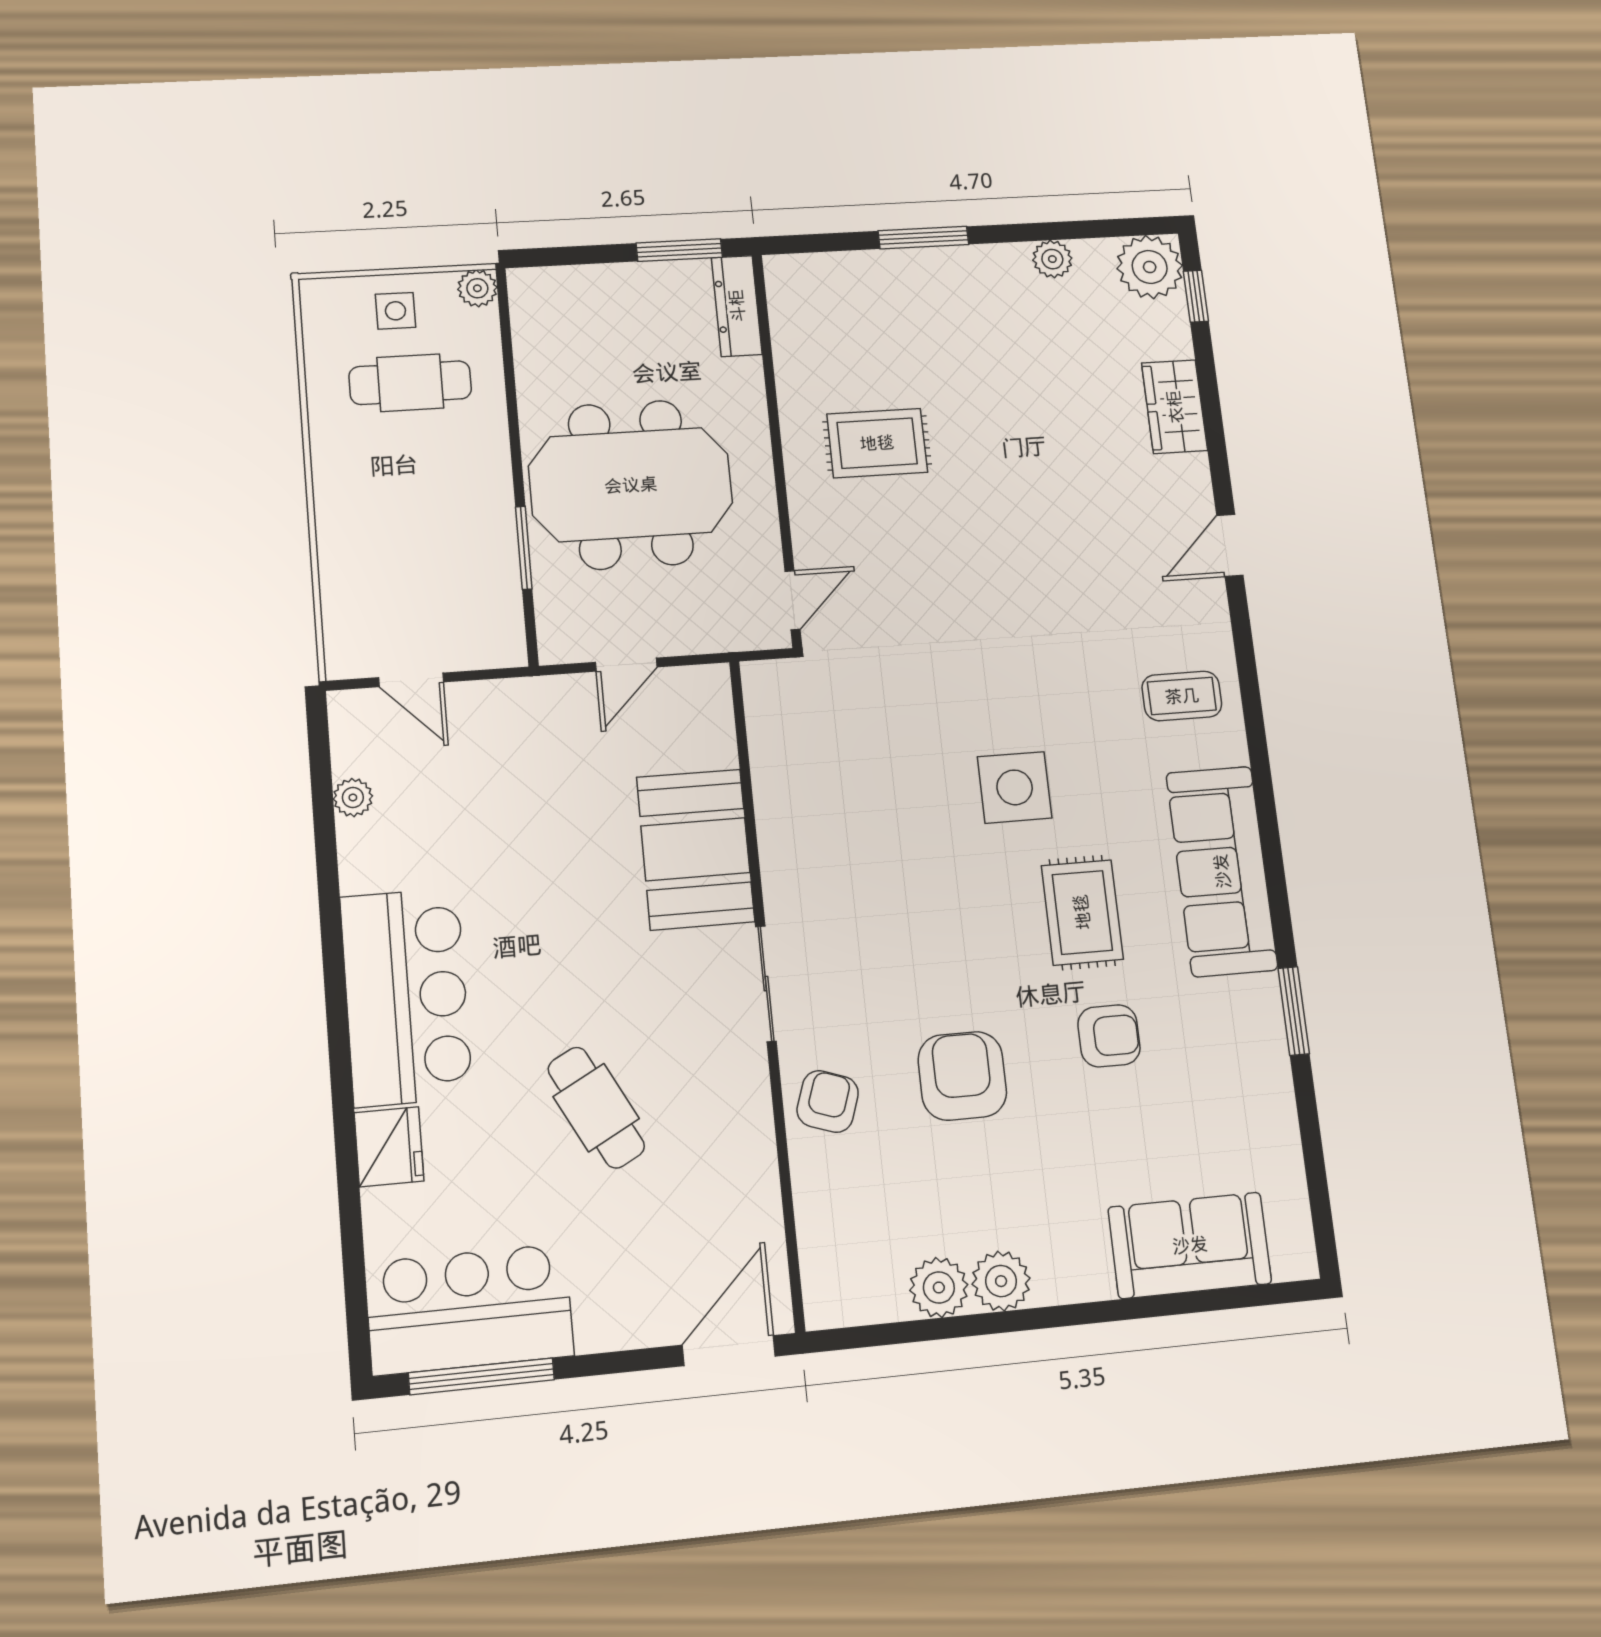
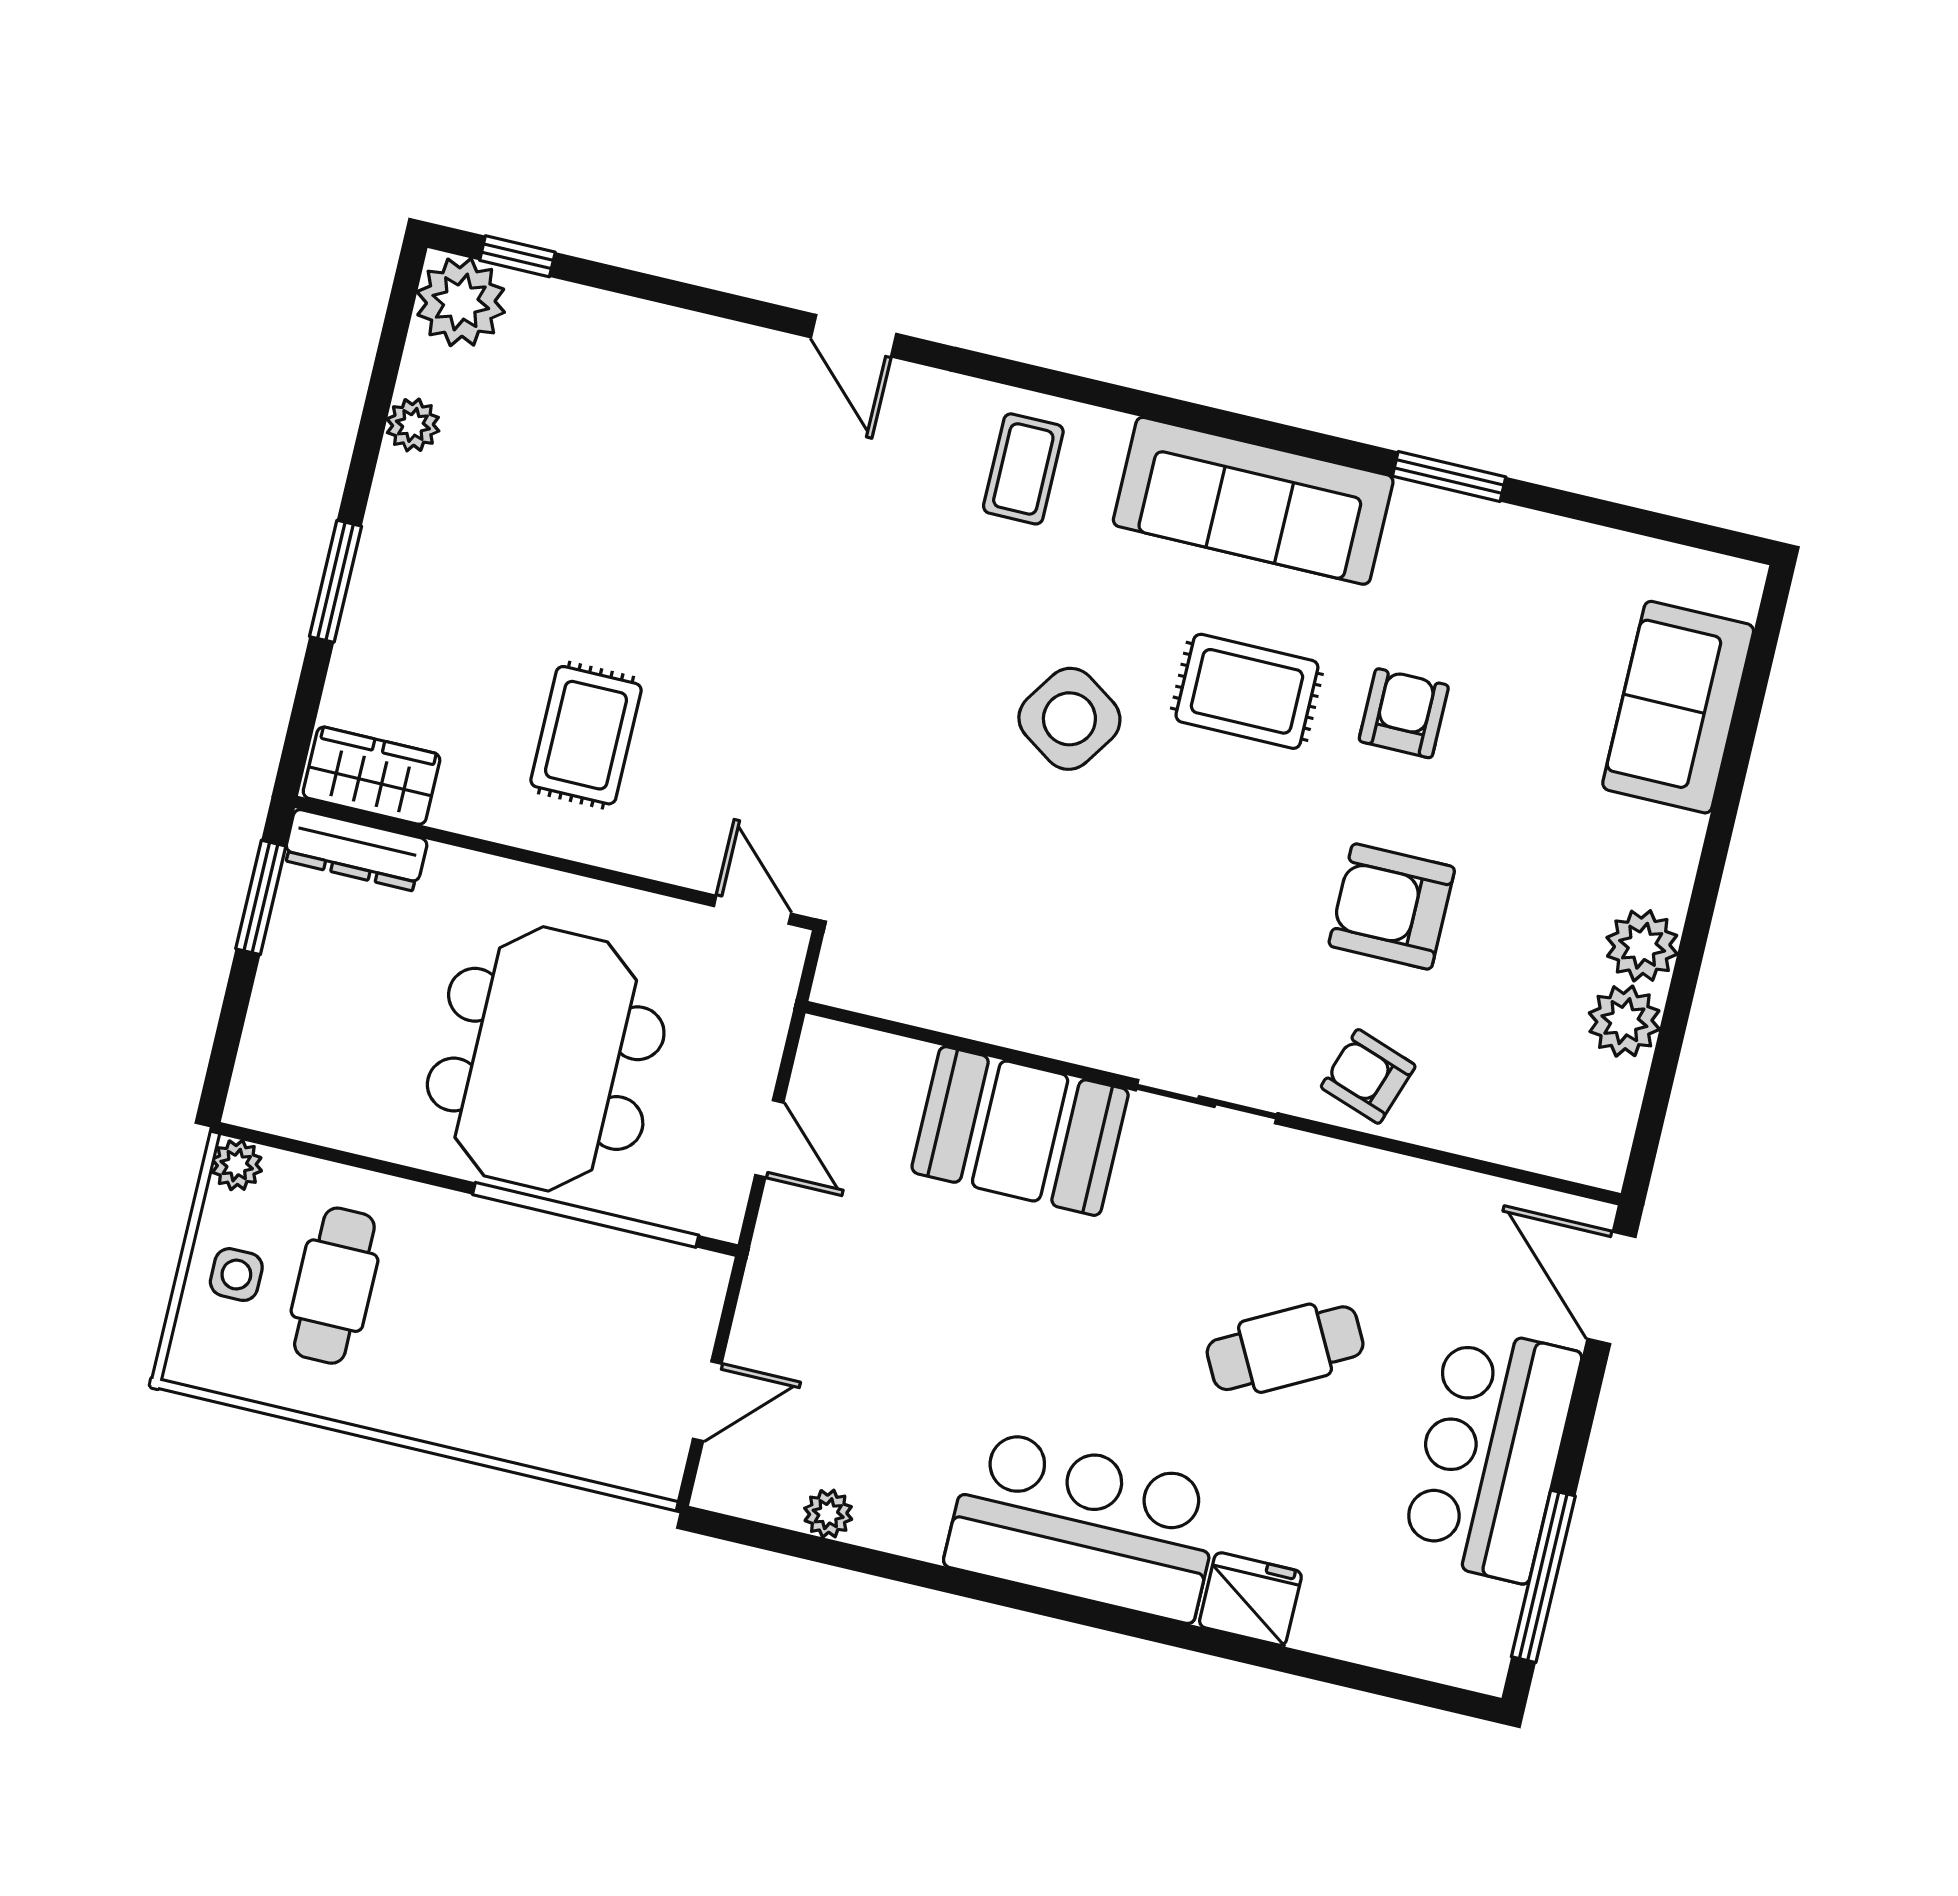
wardrobe: (1175, 407) -> (372, 776), moved, turned 180
window: (524, 548) -> (586, 1215), width x2.11
side table: (1015, 787) -> (1069, 719), turned 34
bar counter: (469, 1309) -> (1491, 1454), moved

